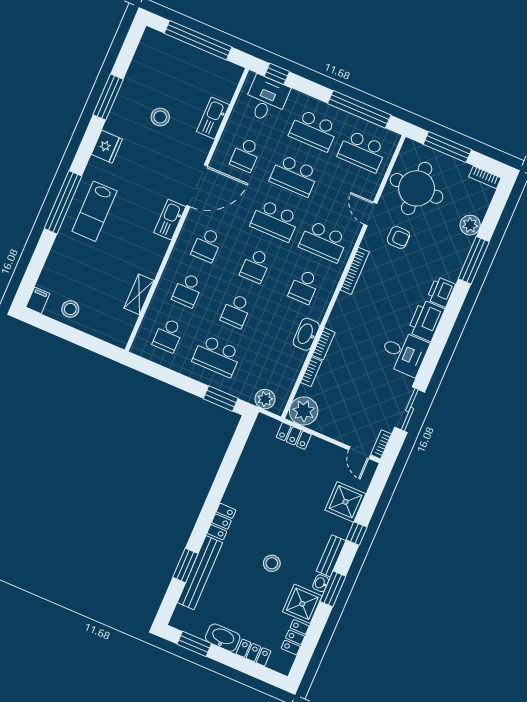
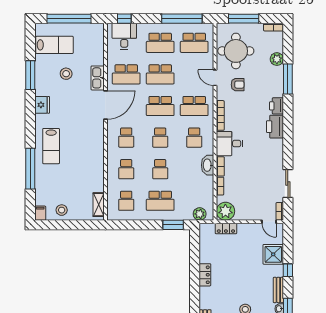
lab bench: (161, 69) -> (54, 45), added
kitchen sink: (213, 118) -> (98, 78), moved
school desk: (246, 155) -> (126, 74), width x1.85
window: (63, 202) -> (30, 169), moved
kitchen sink: (170, 220) -> (98, 132), removed
shelving: (139, 294) -> (99, 205), moved
desk: (404, 353) -> (230, 144), moved, turned 180
locker: (221, 522) -> (205, 275), moved

